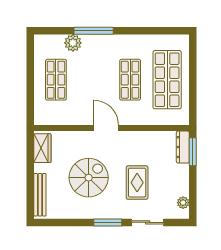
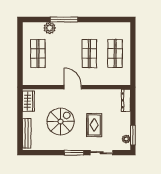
shop shelf: (167, 80) -> (115, 54), width x0.70, depth x0.74
window: (193, 152) -> (133, 135), moved

